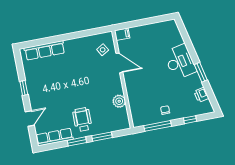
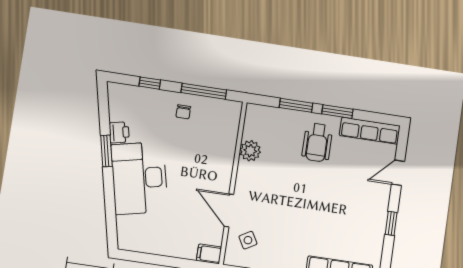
desk: (180, 62) -> (139, 178), width x1.36, depth x1.30
printer: (201, 95) -> (119, 132), moved

